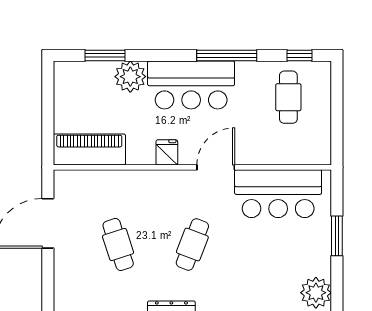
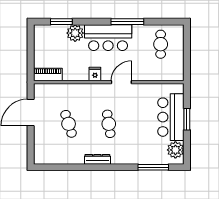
window: (300, 55) -> (167, 22), removed
piano: (89, 150) -> (48, 75), width x0.73, depth x0.75
bar counter: (278, 194) -> (171, 117), moved, turned 90
cafe table: (192, 244) -> (109, 124), turned -30

